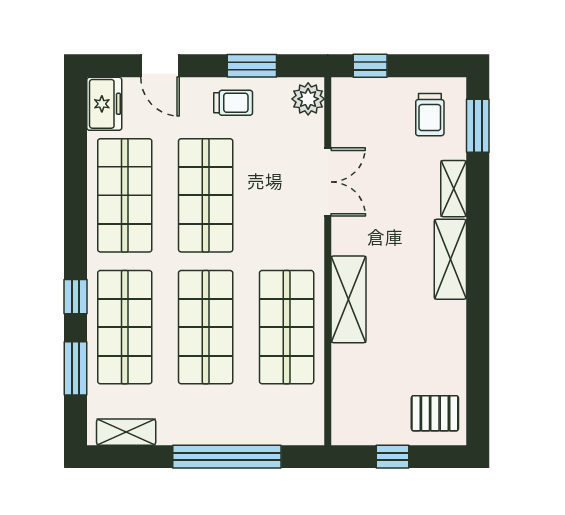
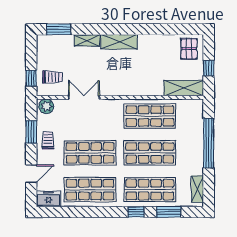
trolley: (430, 115) -> (53, 77), moved
shelving: (349, 299) -> (184, 88), moved

